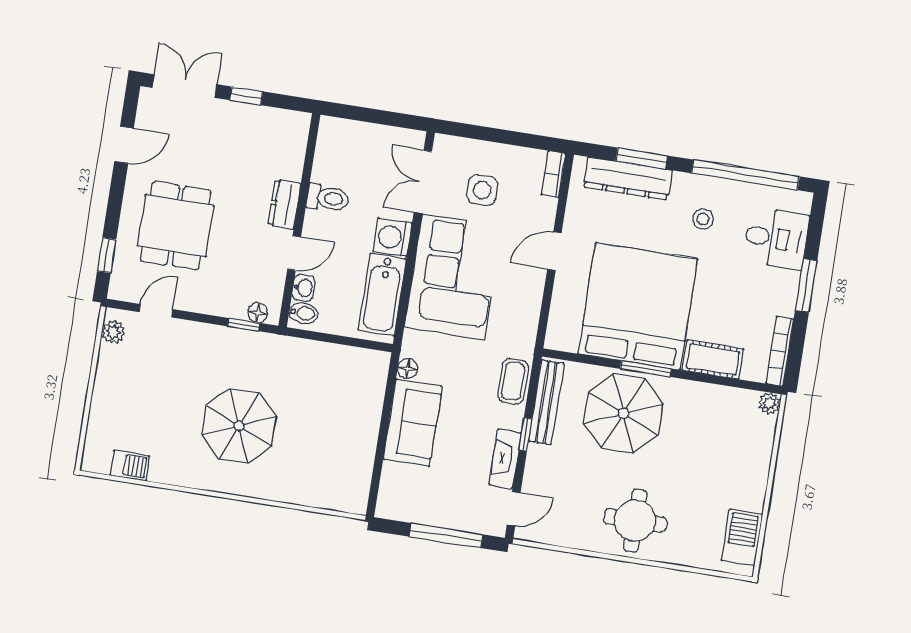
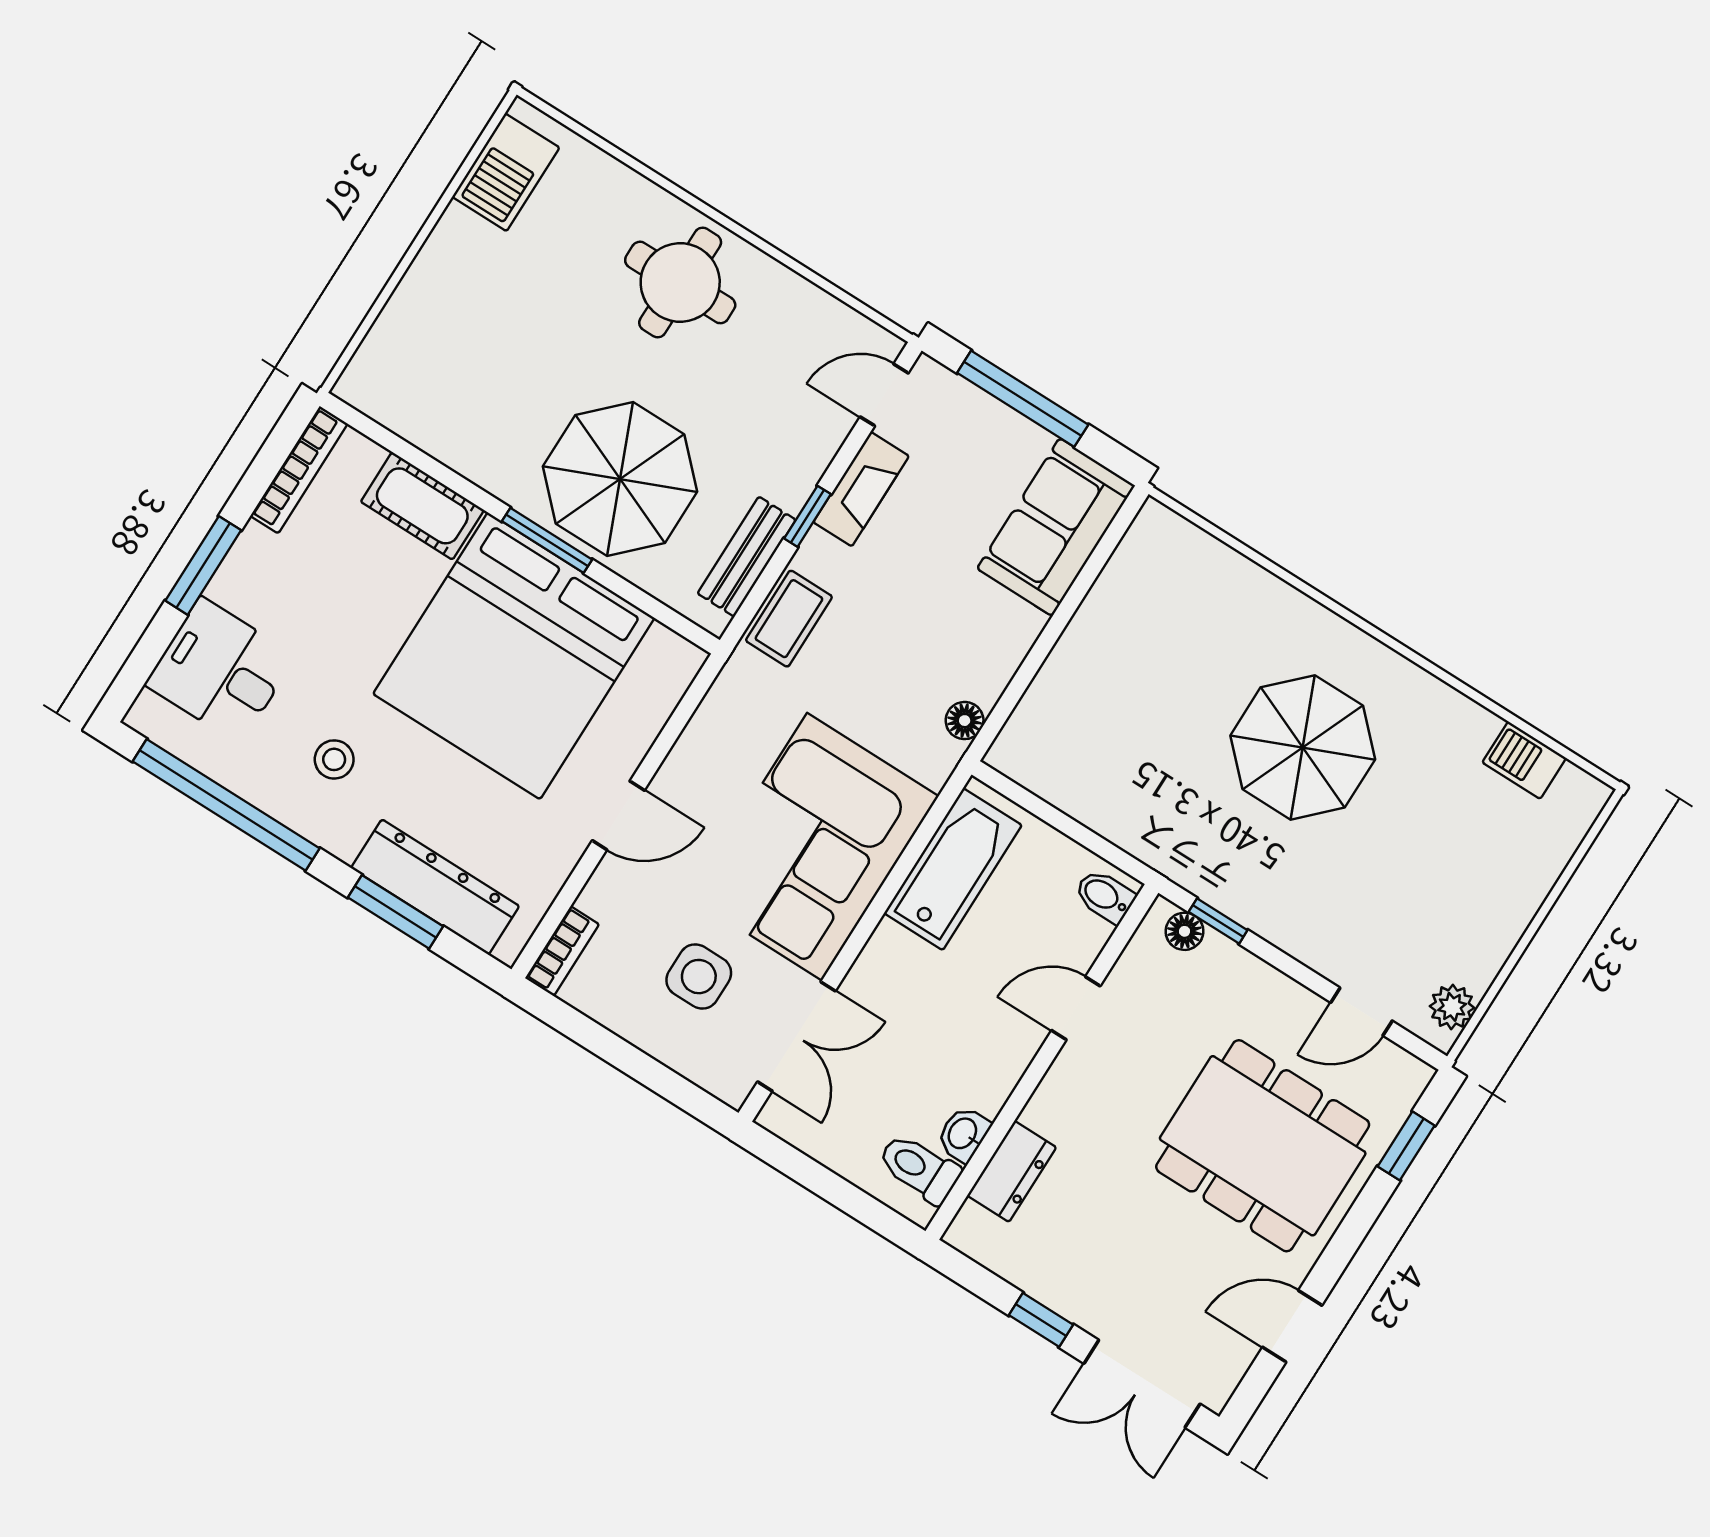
toilet: (328, 198) -> (919, 1168), moved
dresser: (284, 204) -> (1012, 1171), moved
dining table: (176, 226) -> (1263, 1146), width x1.38
washing machine: (392, 237) -> (892, 962), removed
washbasin: (303, 288) -> (963, 1134), moved
bench: (546, 402) -> (747, 557), width x0.73
plant: (769, 404) -> (357, 386), removed
sofa: (413, 423) -> (1056, 527), moved

